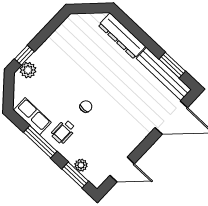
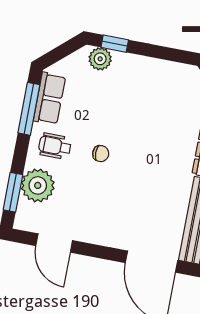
window: (40, 142) -> (29, 109), moved
plant: (81, 165) -> (38, 185), width x1.88, depth x1.88

